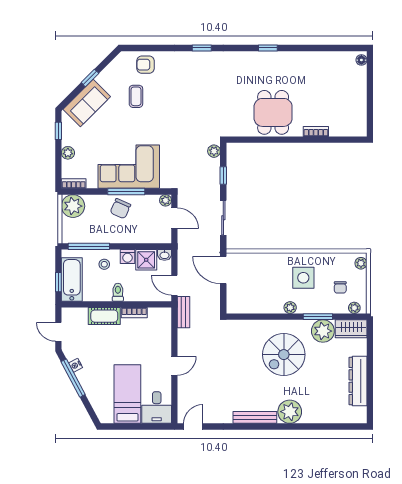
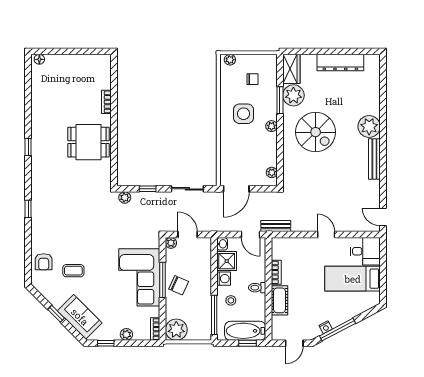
door: (174, 218) -> (188, 235), hinge flipped
door: (174, 285) -> (250, 235), hinge flipped
plant: (354, 308) -> (272, 172), moved

